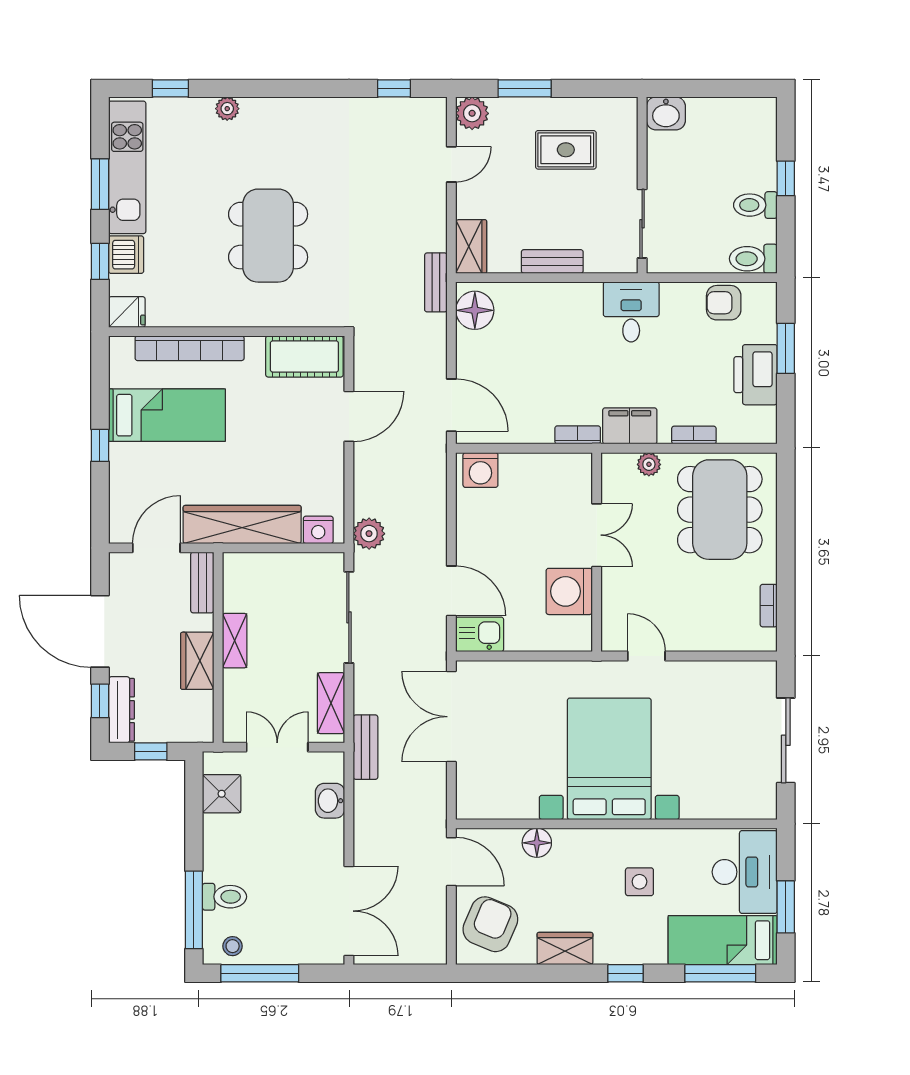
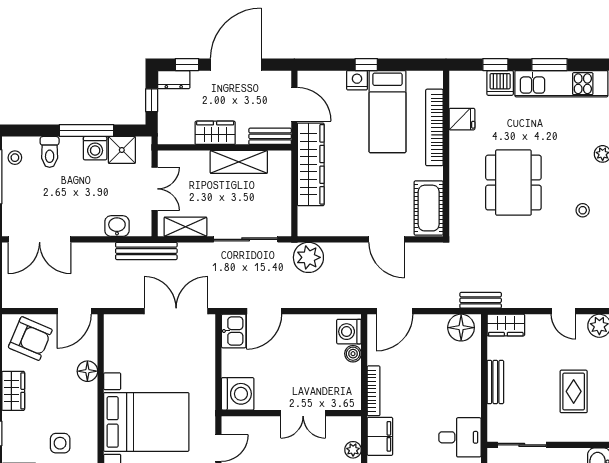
stool: (308, 137) -> (583, 210), added
dining table: (268, 236) -> (513, 183), turned 90
fridge: (127, 312) -> (462, 119), moved, turned -90
bookcase: (578, 435) -> (374, 391), width x1.56
boiler: (512, 464) -> (353, 354), added
nightstand: (318, 530) -> (357, 80), moved, turned 90
plant: (369, 534) -> (308, 257), width x1.36, depth x1.36
washing machine: (569, 591) -> (238, 394), moved, turned 90
shelving: (235, 641) -> (239, 162), width x1.50, depth x1.33
dresser: (121, 710) -> (174, 80), width x0.70
bench: (366, 747) -> (146, 251), width x1.36
washing machine: (219, 832) -> (95, 148), added
window: (194, 910) -> (86, 131), moved

